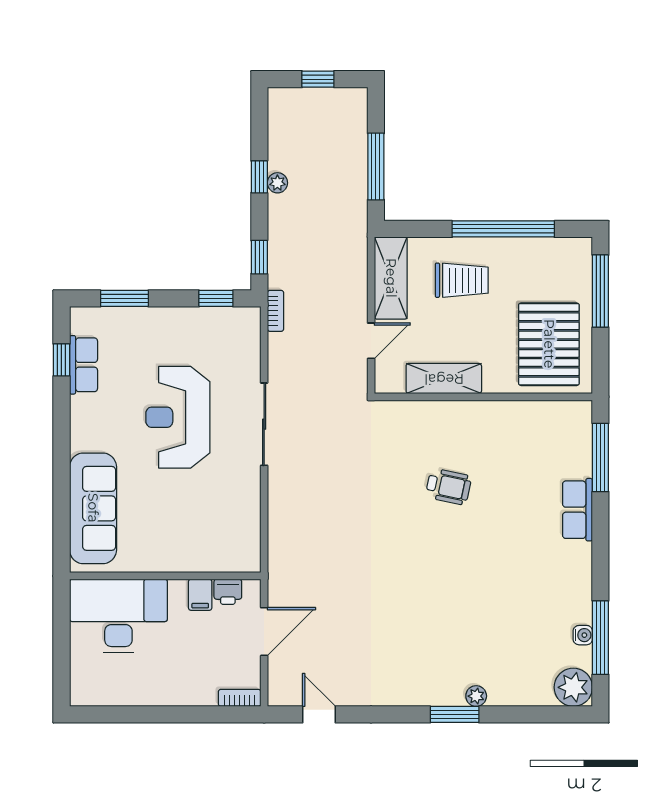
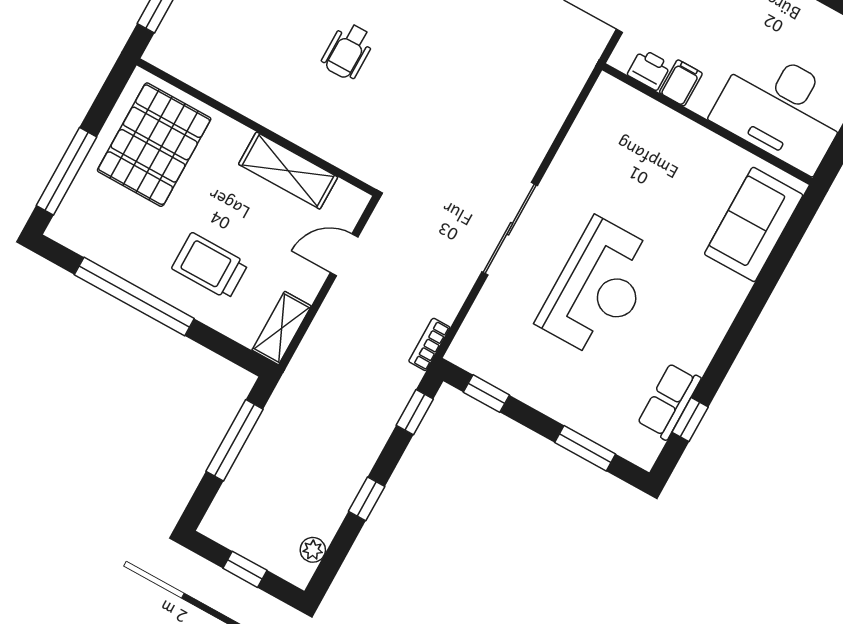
plant: (277, 183) -> (313, 550), moved
shelving: (391, 278) -> (282, 328), width x0.67, depth x0.75
wheelchair: (448, 487) -> (348, 51), turned -102
sofa: (93, 508) -> (754, 224), width x0.73

